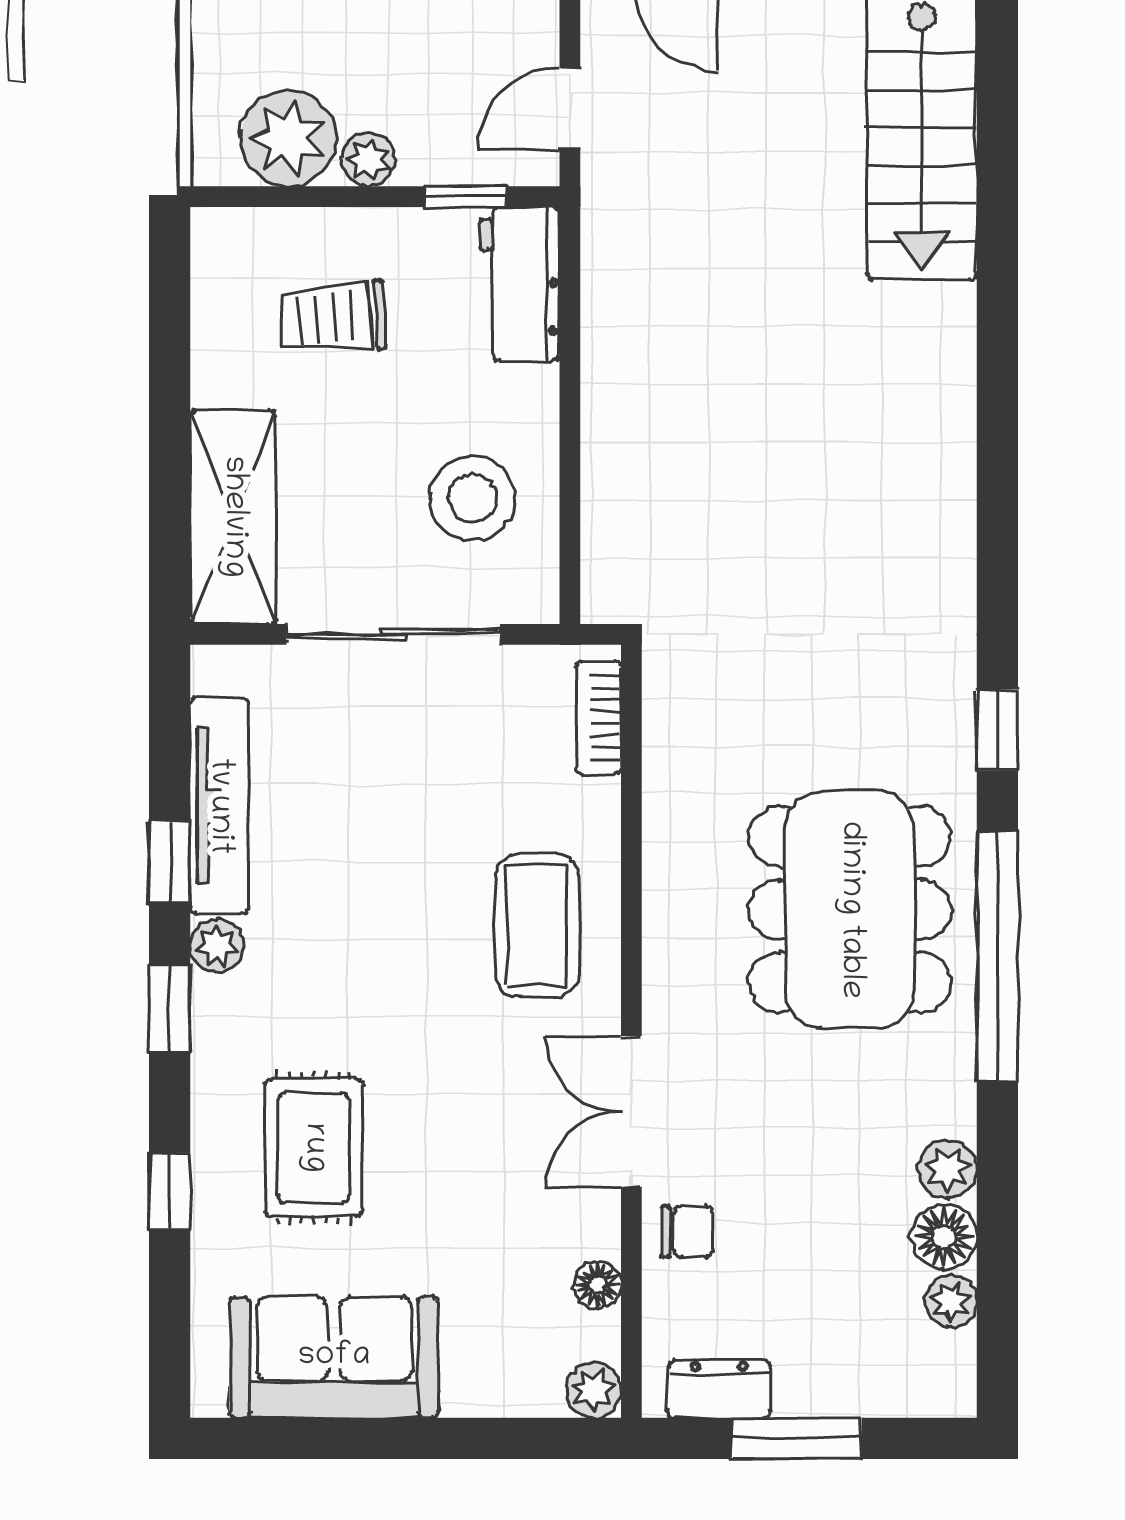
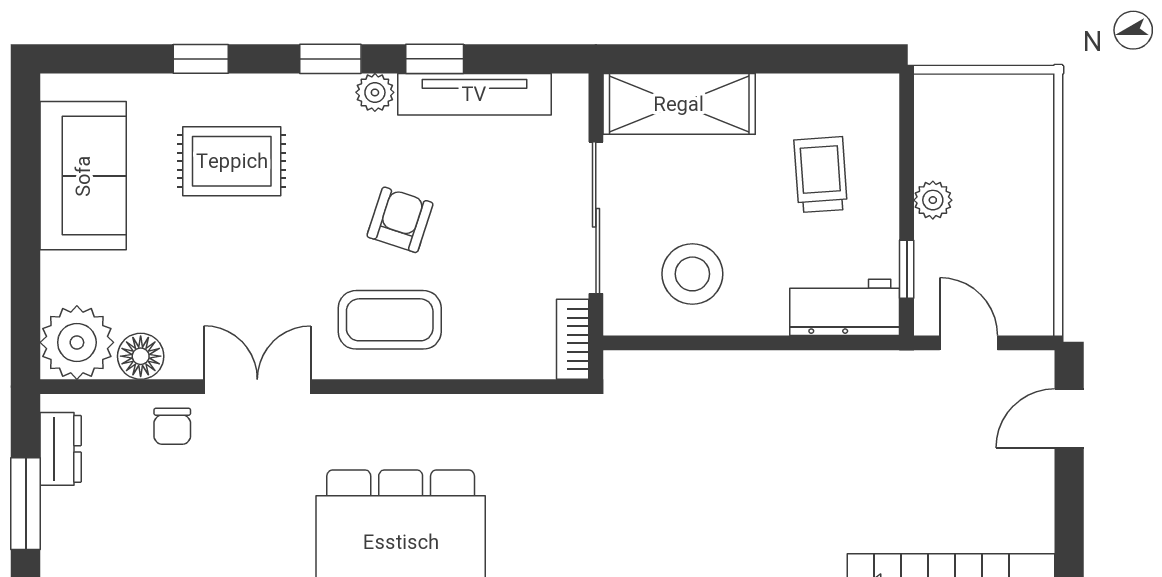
plant: (288, 138) -> (948, 143), removed
bookcase: (598, 718) -> (573, 339), moved, turned -90
armchair: (396, 910) -> (400, 220), added
floor lamp: (597, 1285) -> (141, 356), width x1.37, depth x1.37
plant: (593, 1390) -> (77, 342), width x1.87, depth x1.87

